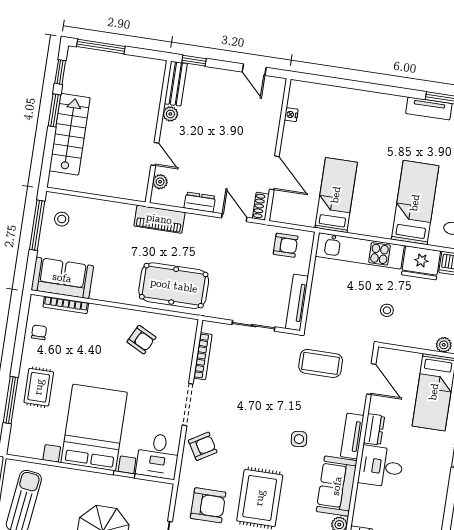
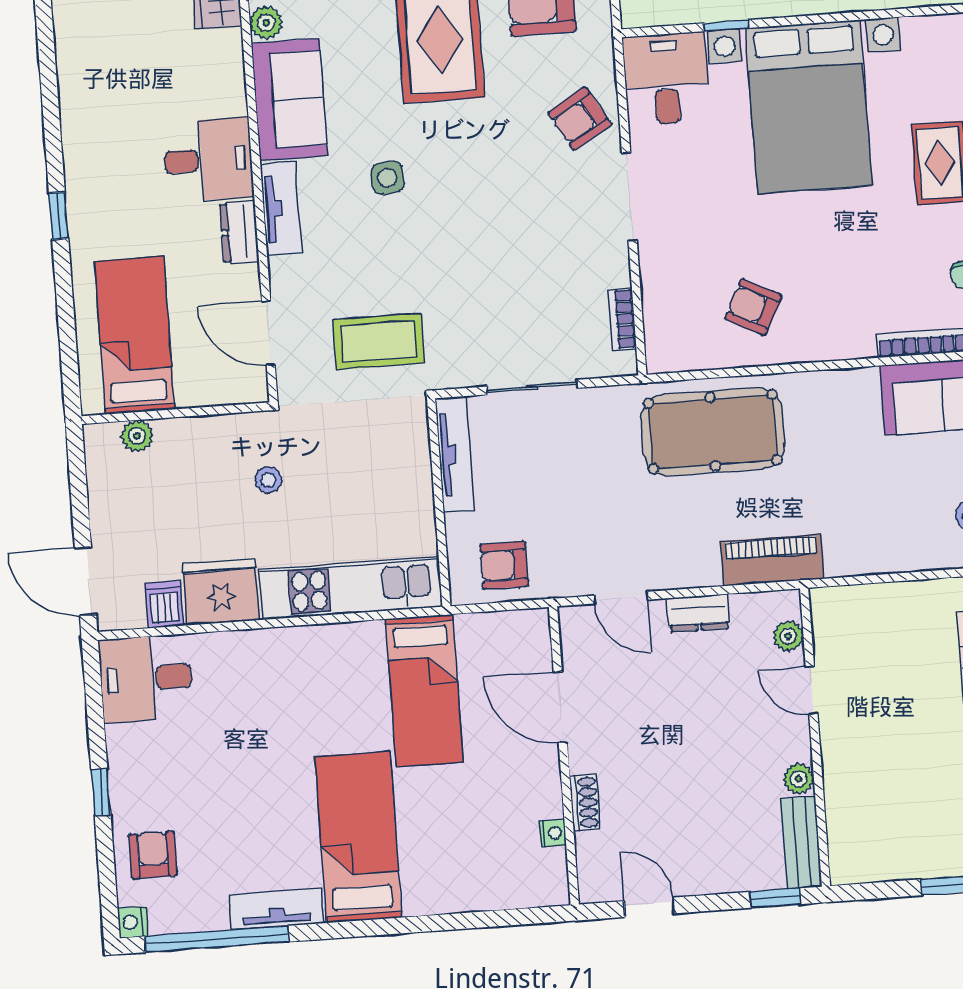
bed: (415, 203) -> (358, 837), moved, turned 180
shoe rack: (261, 206) -> (585, 802), moved
bookcase: (203, 356) -> (622, 319), width x0.64

